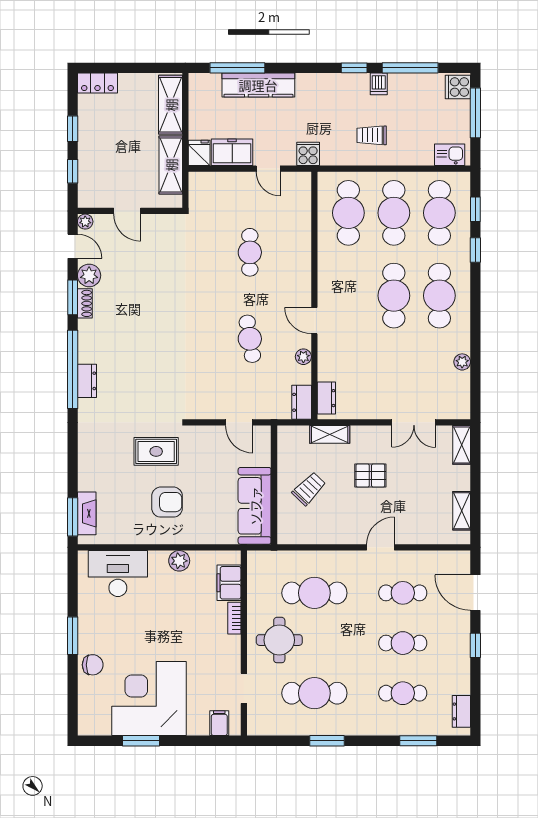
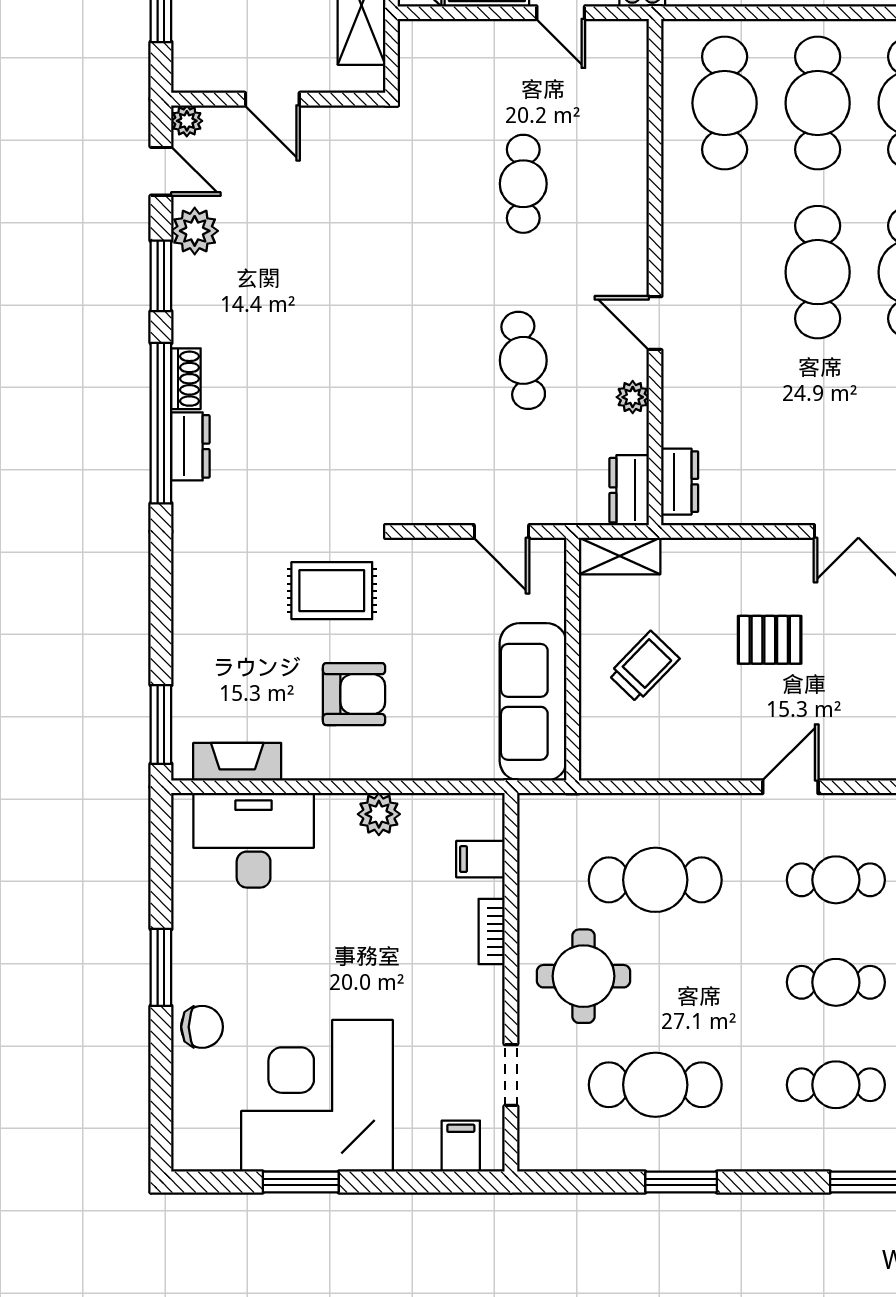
shoe rack: (85, 303) -> (186, 379), moved
shelving: (330, 434) -> (620, 556), moved
fireplace: (87, 513) -> (237, 762), moved, turned -90
filing cabinet: (229, 583) -> (480, 859), width x0.50

